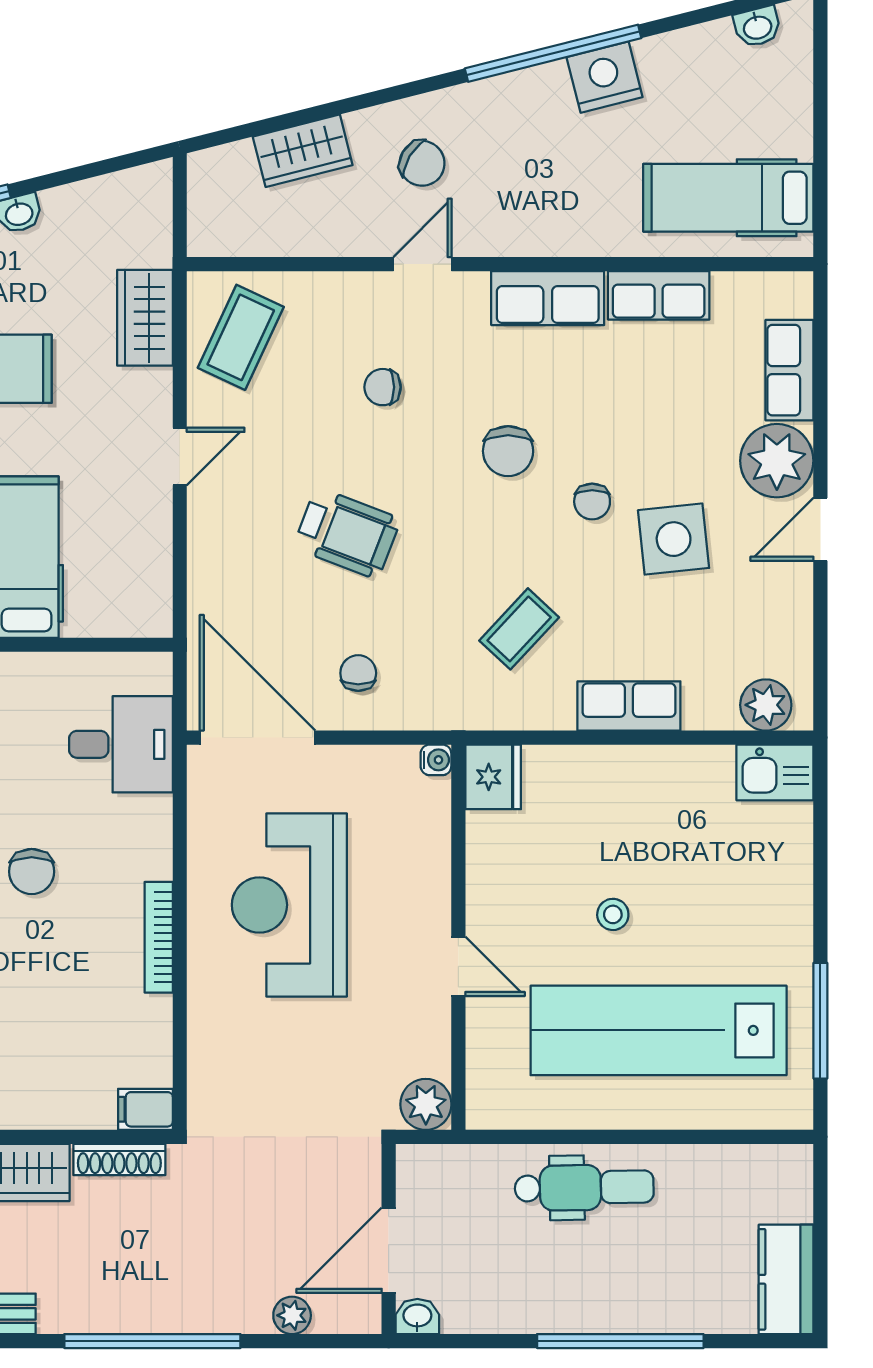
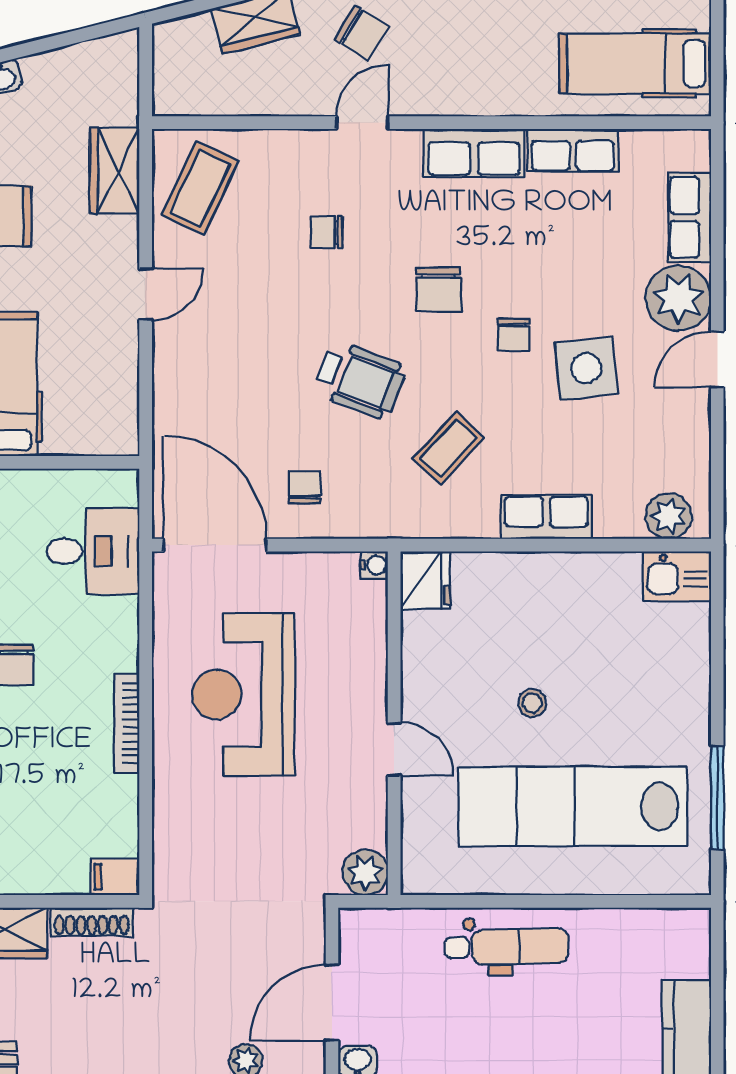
wheelchair: (347, 533) -> (360, 380), moved

